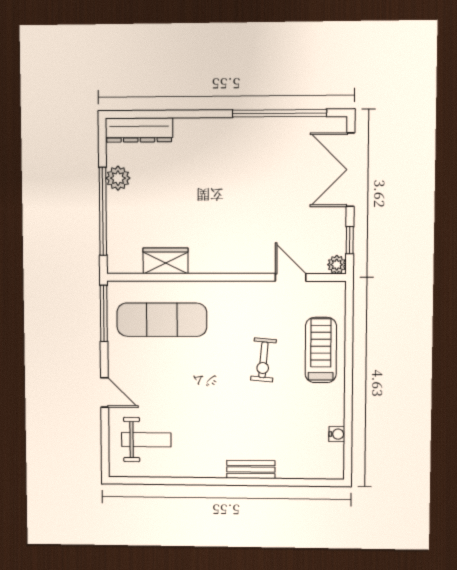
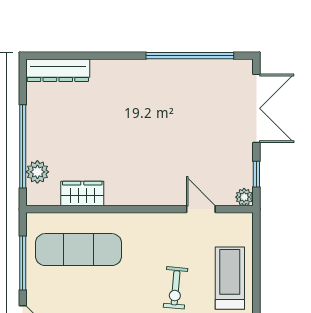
double door: (350, 170) -> (256, 108), swing flipped
plant: (118, 178) -> (37, 172), moved
window: (104, 313) -> (23, 263), moved

